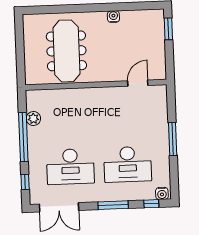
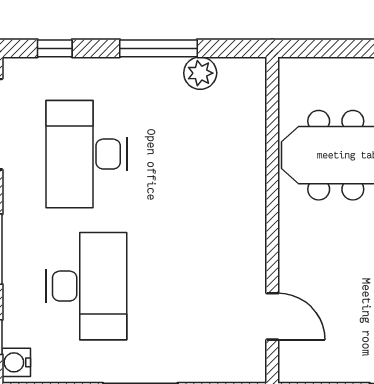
window: (23, 137) -> (158, 48), width x0.68
desk: (128, 164) -> (86, 286), turned 180

